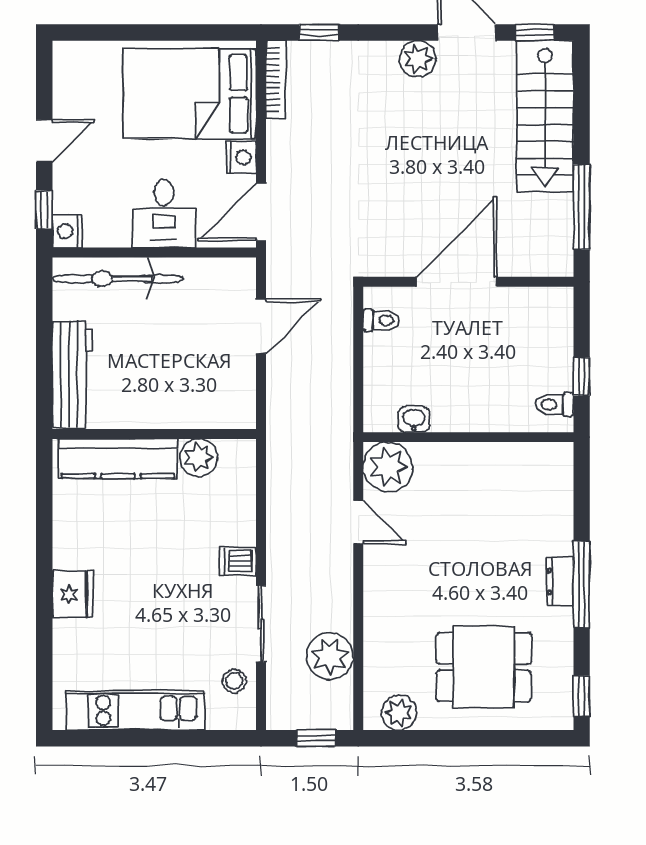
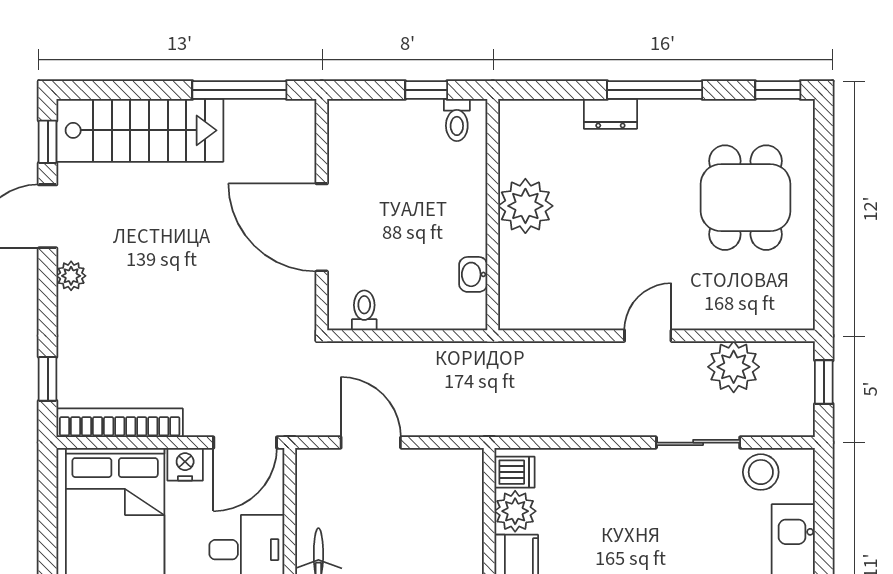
plant: (418, 59) -> (71, 276), width x0.73, depth x0.73
bookcase: (276, 79) -> (120, 423), width x1.48, depth x1.31
door: (261, 212) -> (245, 443), hinge flipped
plant: (388, 467) -> (525, 206), moved
door: (358, 522) -> (648, 336), moved
dishwasher: (238, 561) -> (514, 472), moved, turned -90
dresser: (560, 581) -> (610, 114), moved
stool: (234, 681) -> (761, 472), width x1.37, depth x1.37
plant: (399, 713) -> (796, 291), removed

